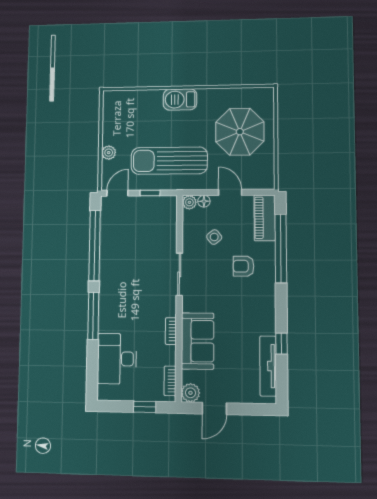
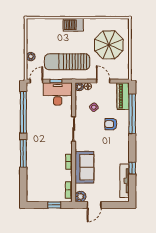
desk: (117, 359) -> (58, 94), moved, turned 90

